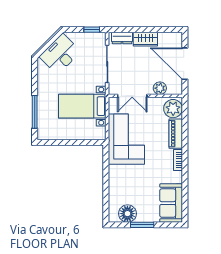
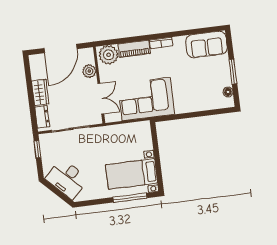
bed with nightstands: (82, 106) -> (132, 174), moved, turned 90
floor lamp: (127, 214) -> (228, 92), width x0.53, depth x0.53

